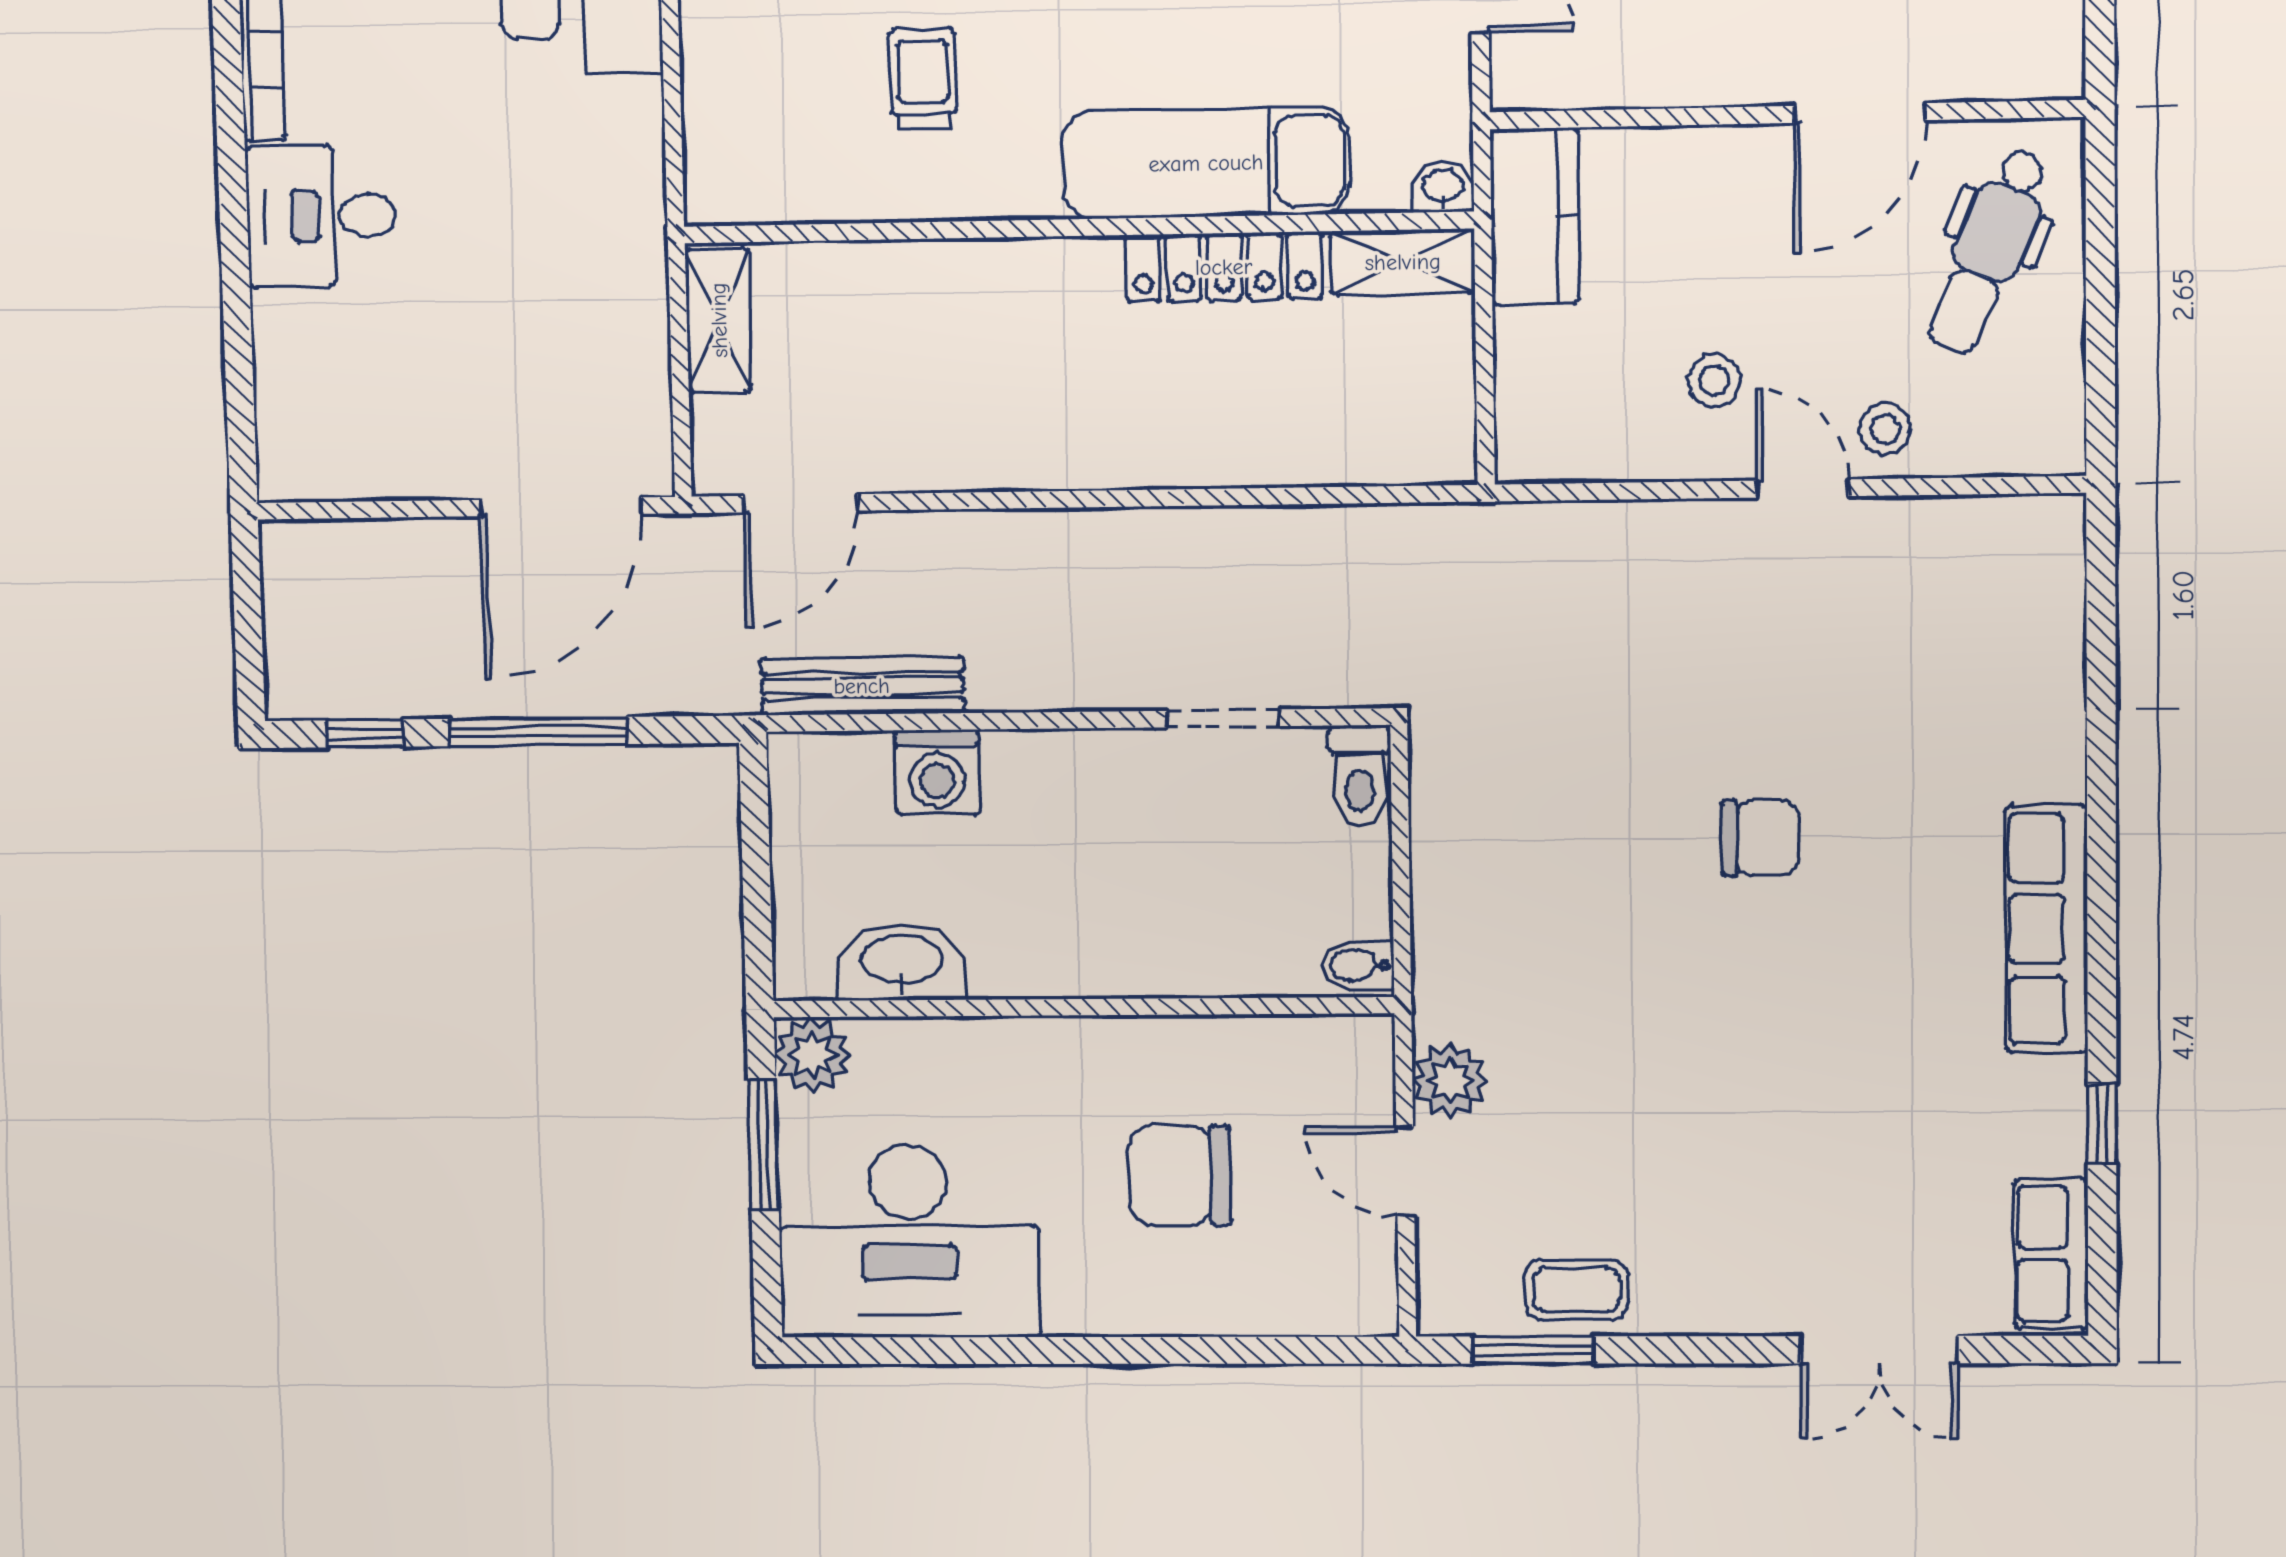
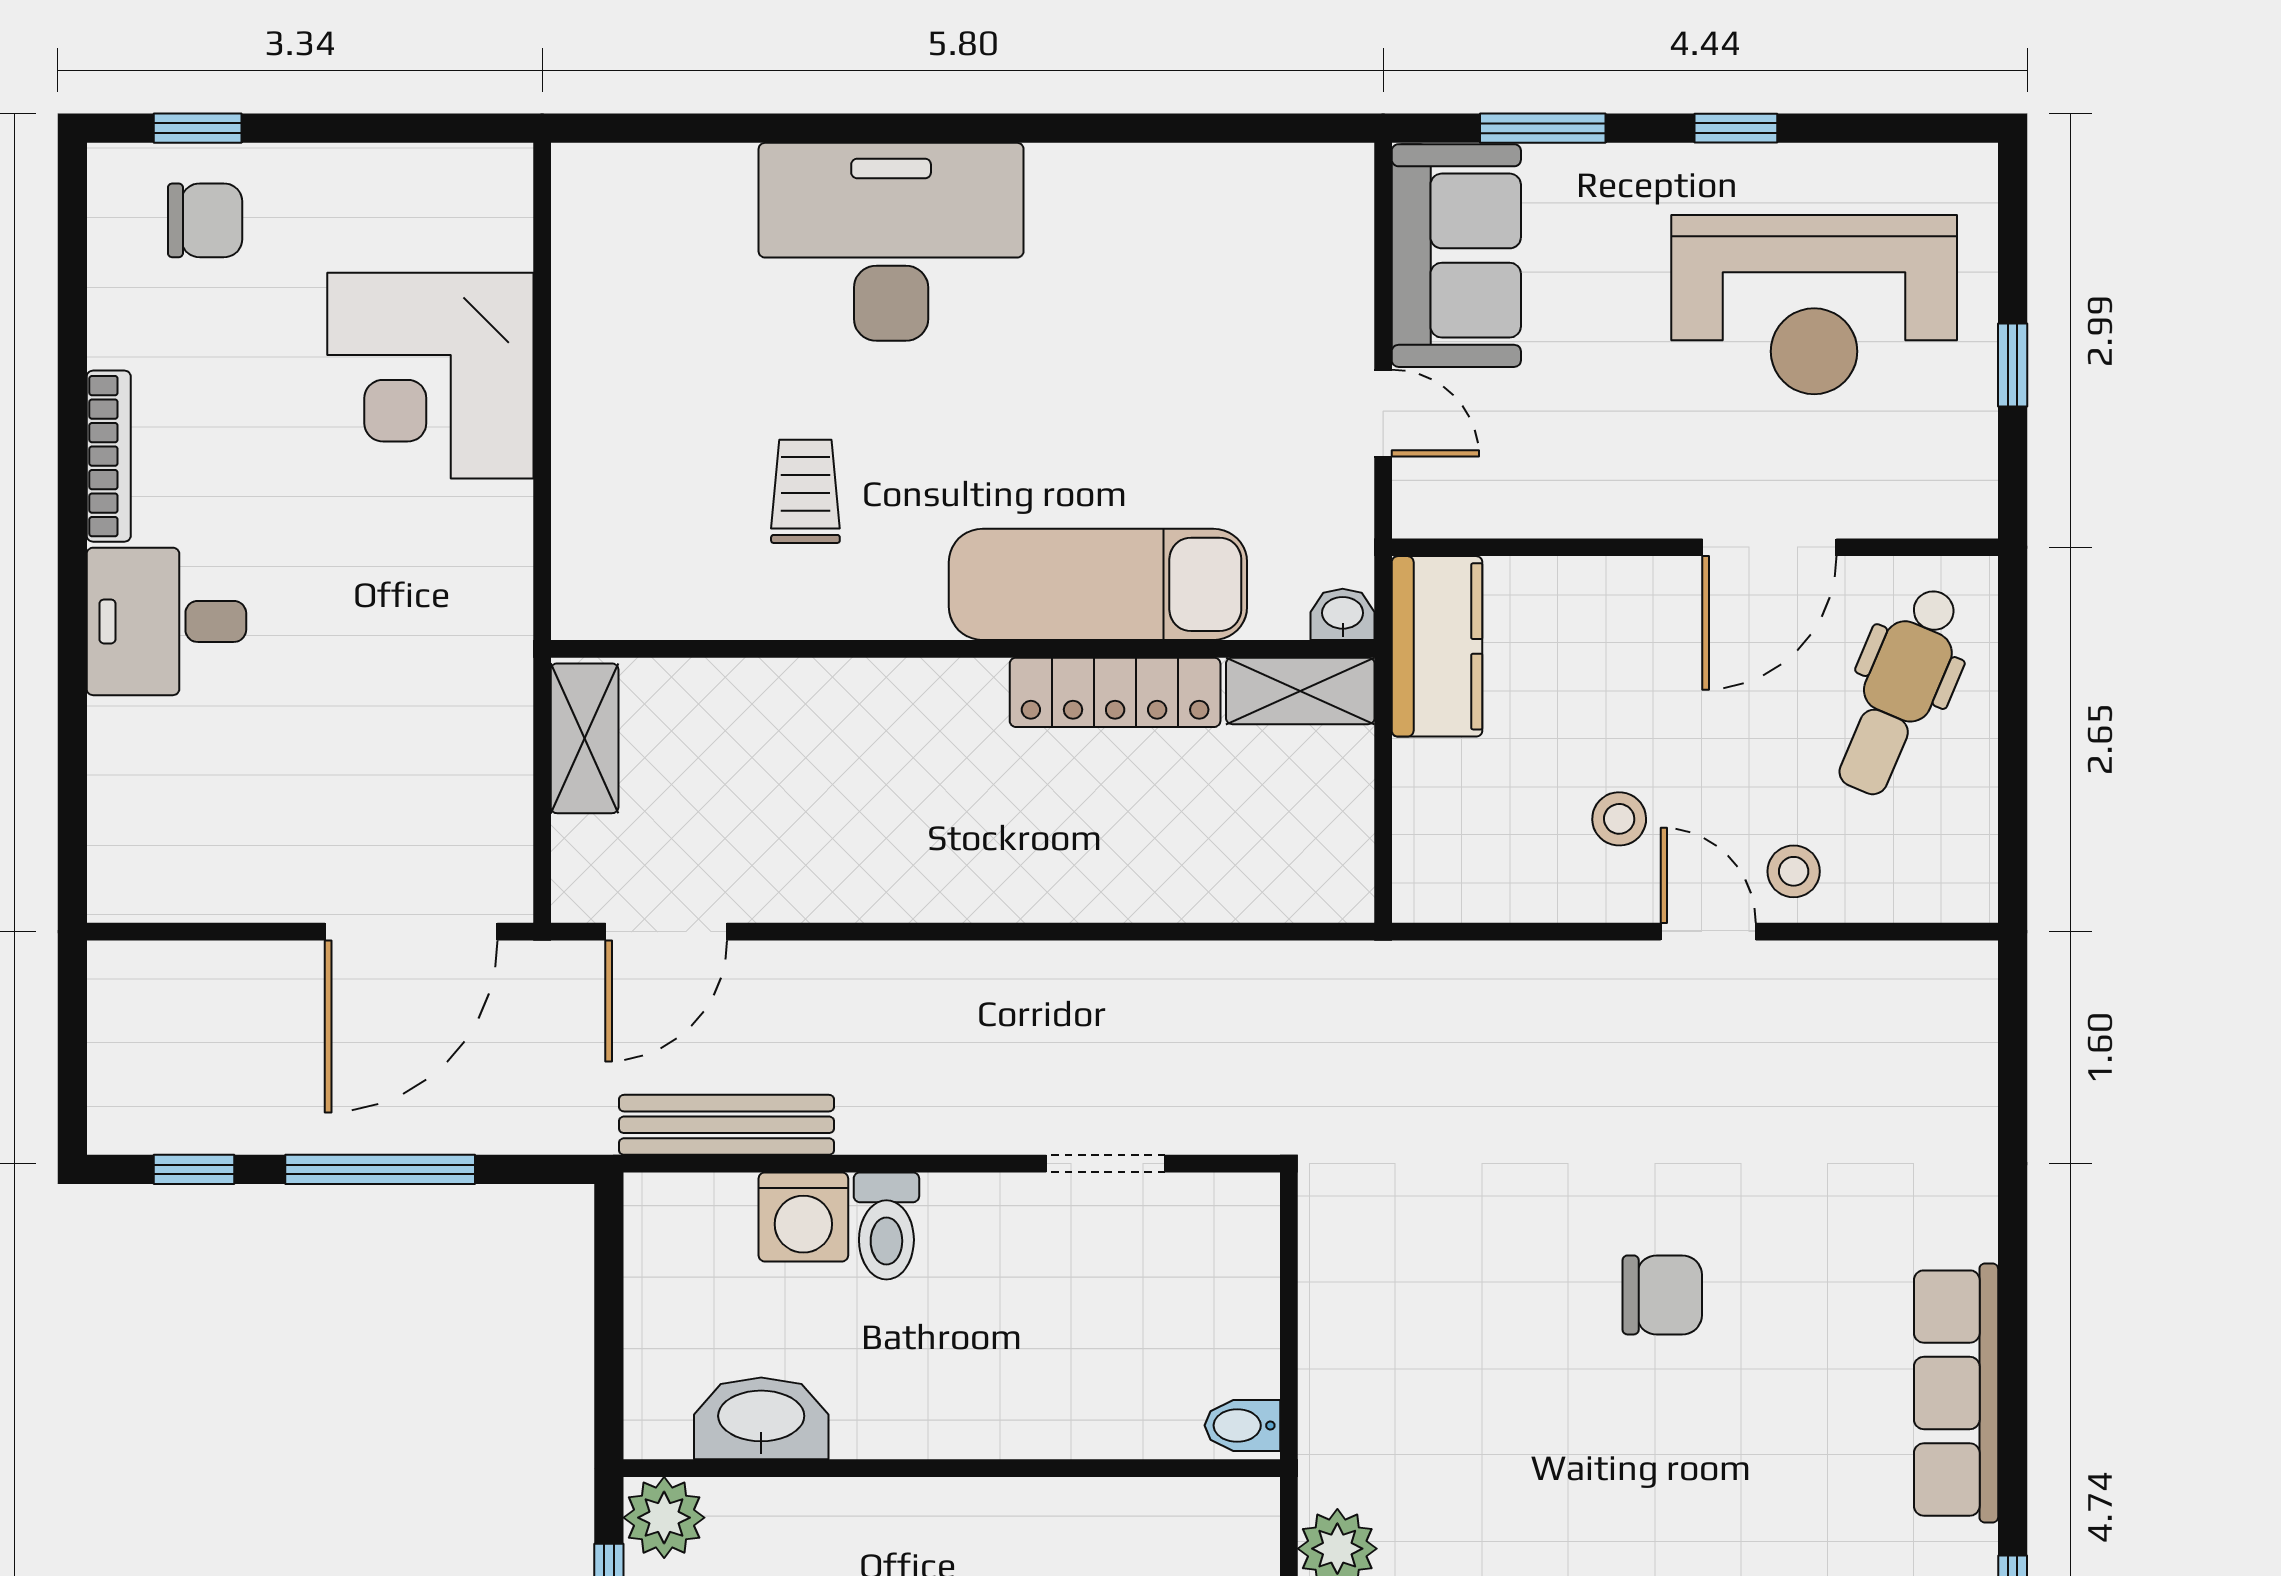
toilet: (1360, 776) -> (886, 1226), moved

